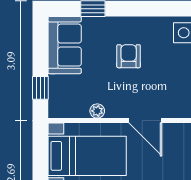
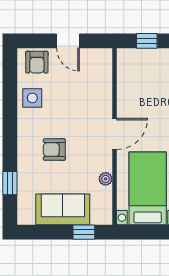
sofa: (65, 45) -> (63, 209), moved

